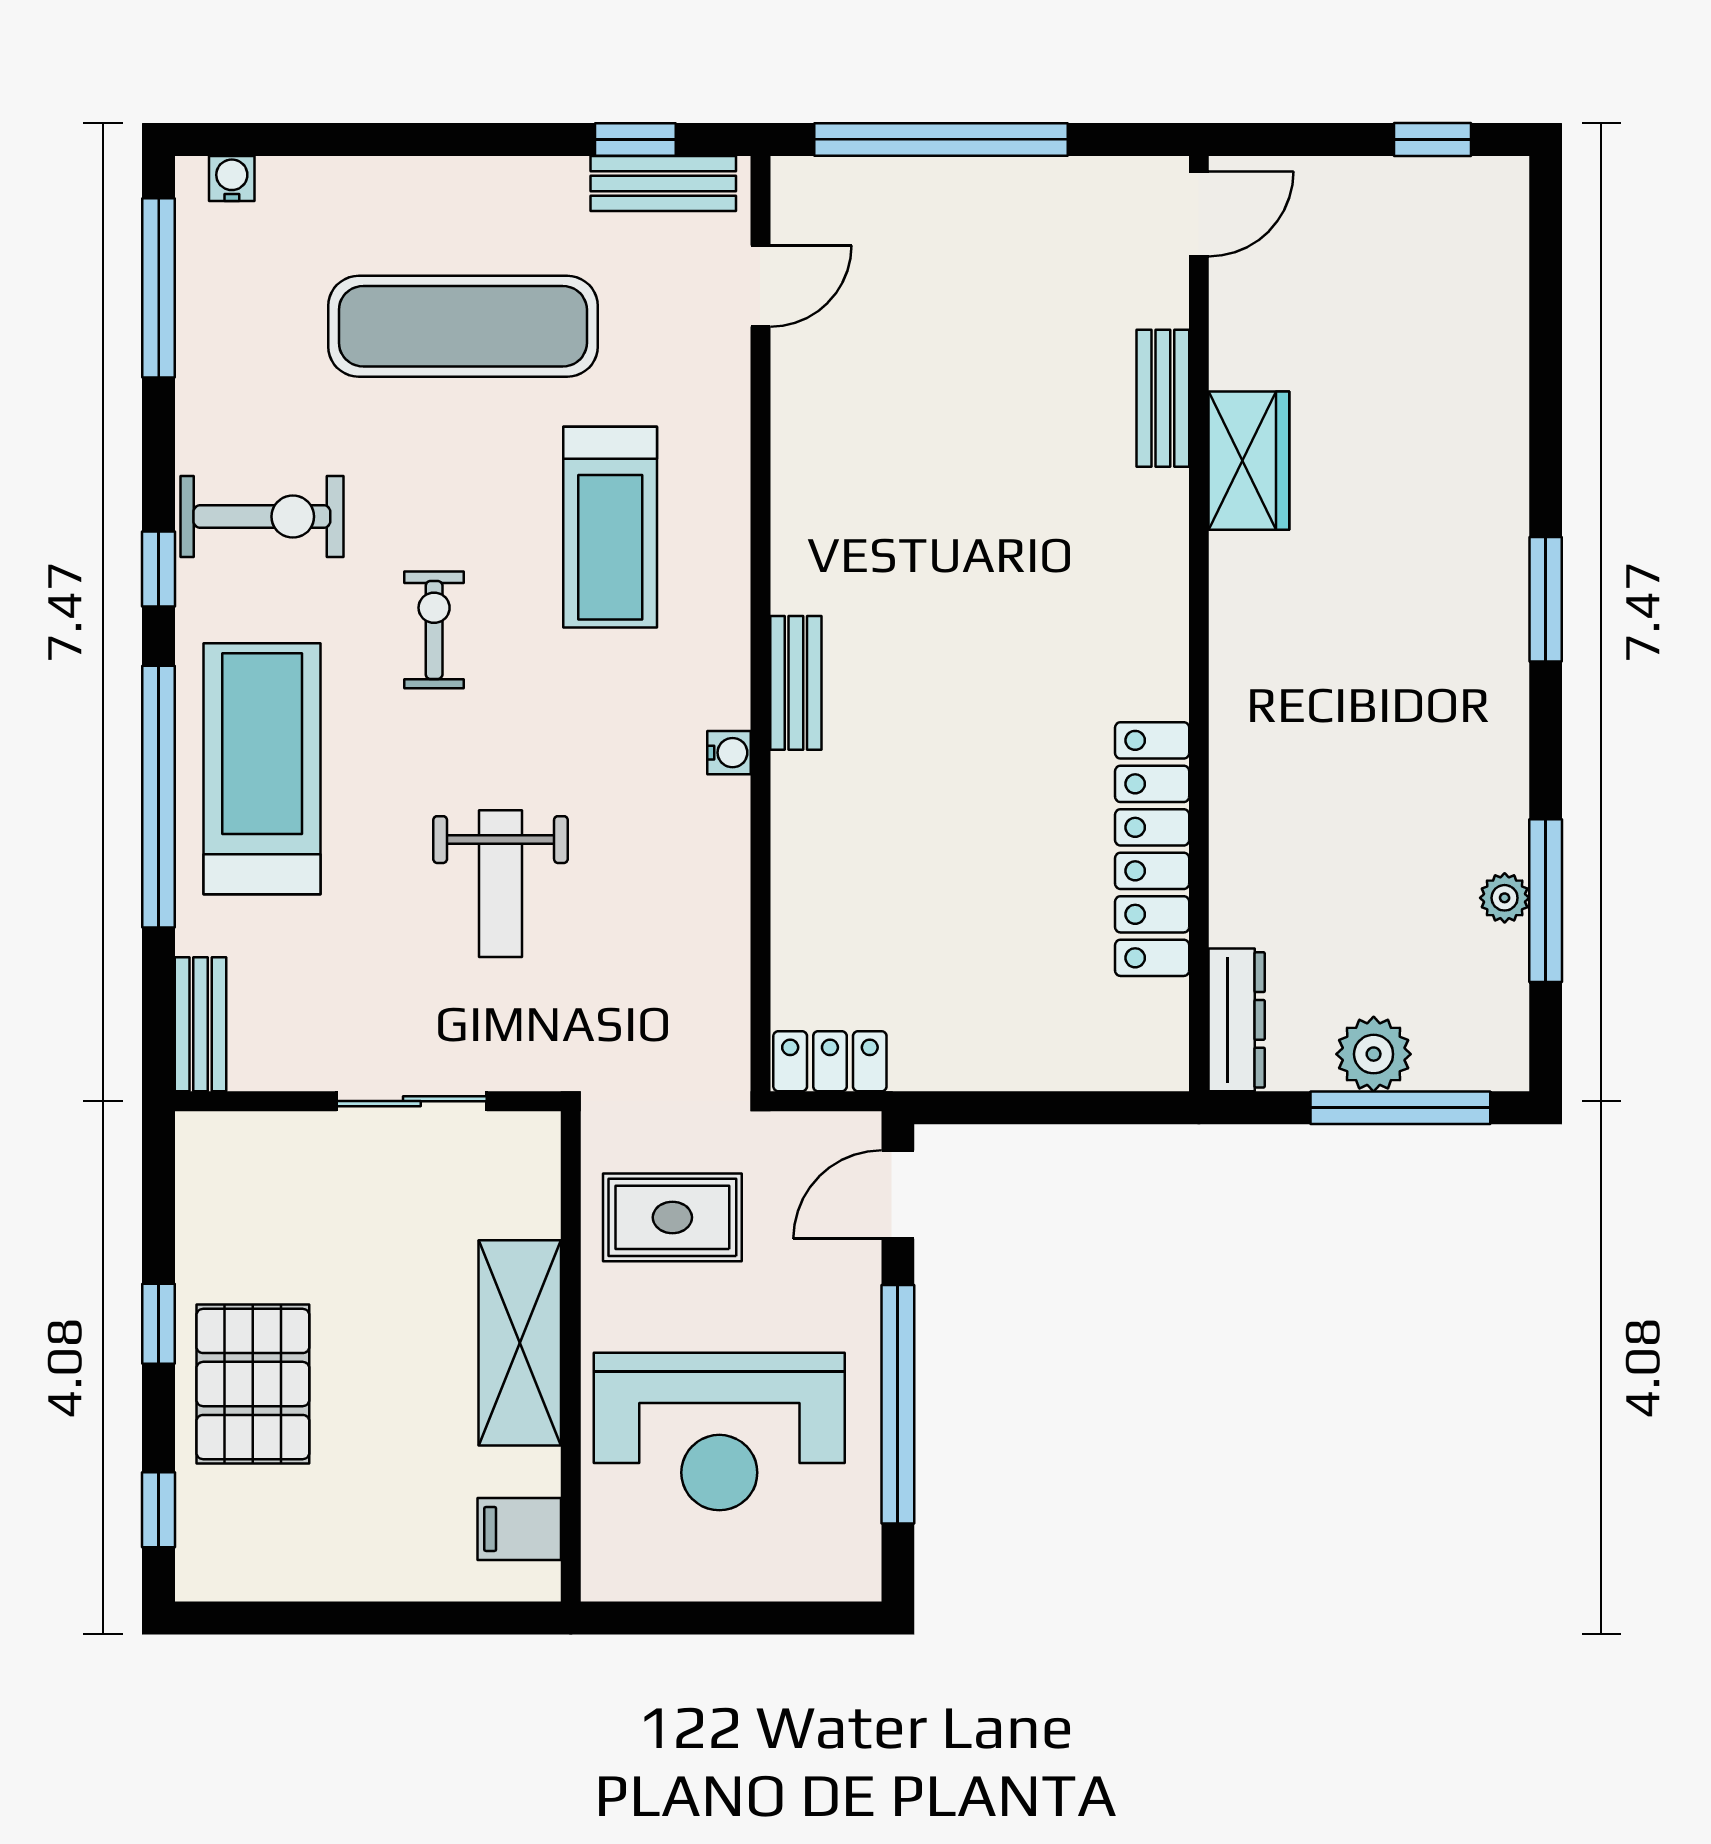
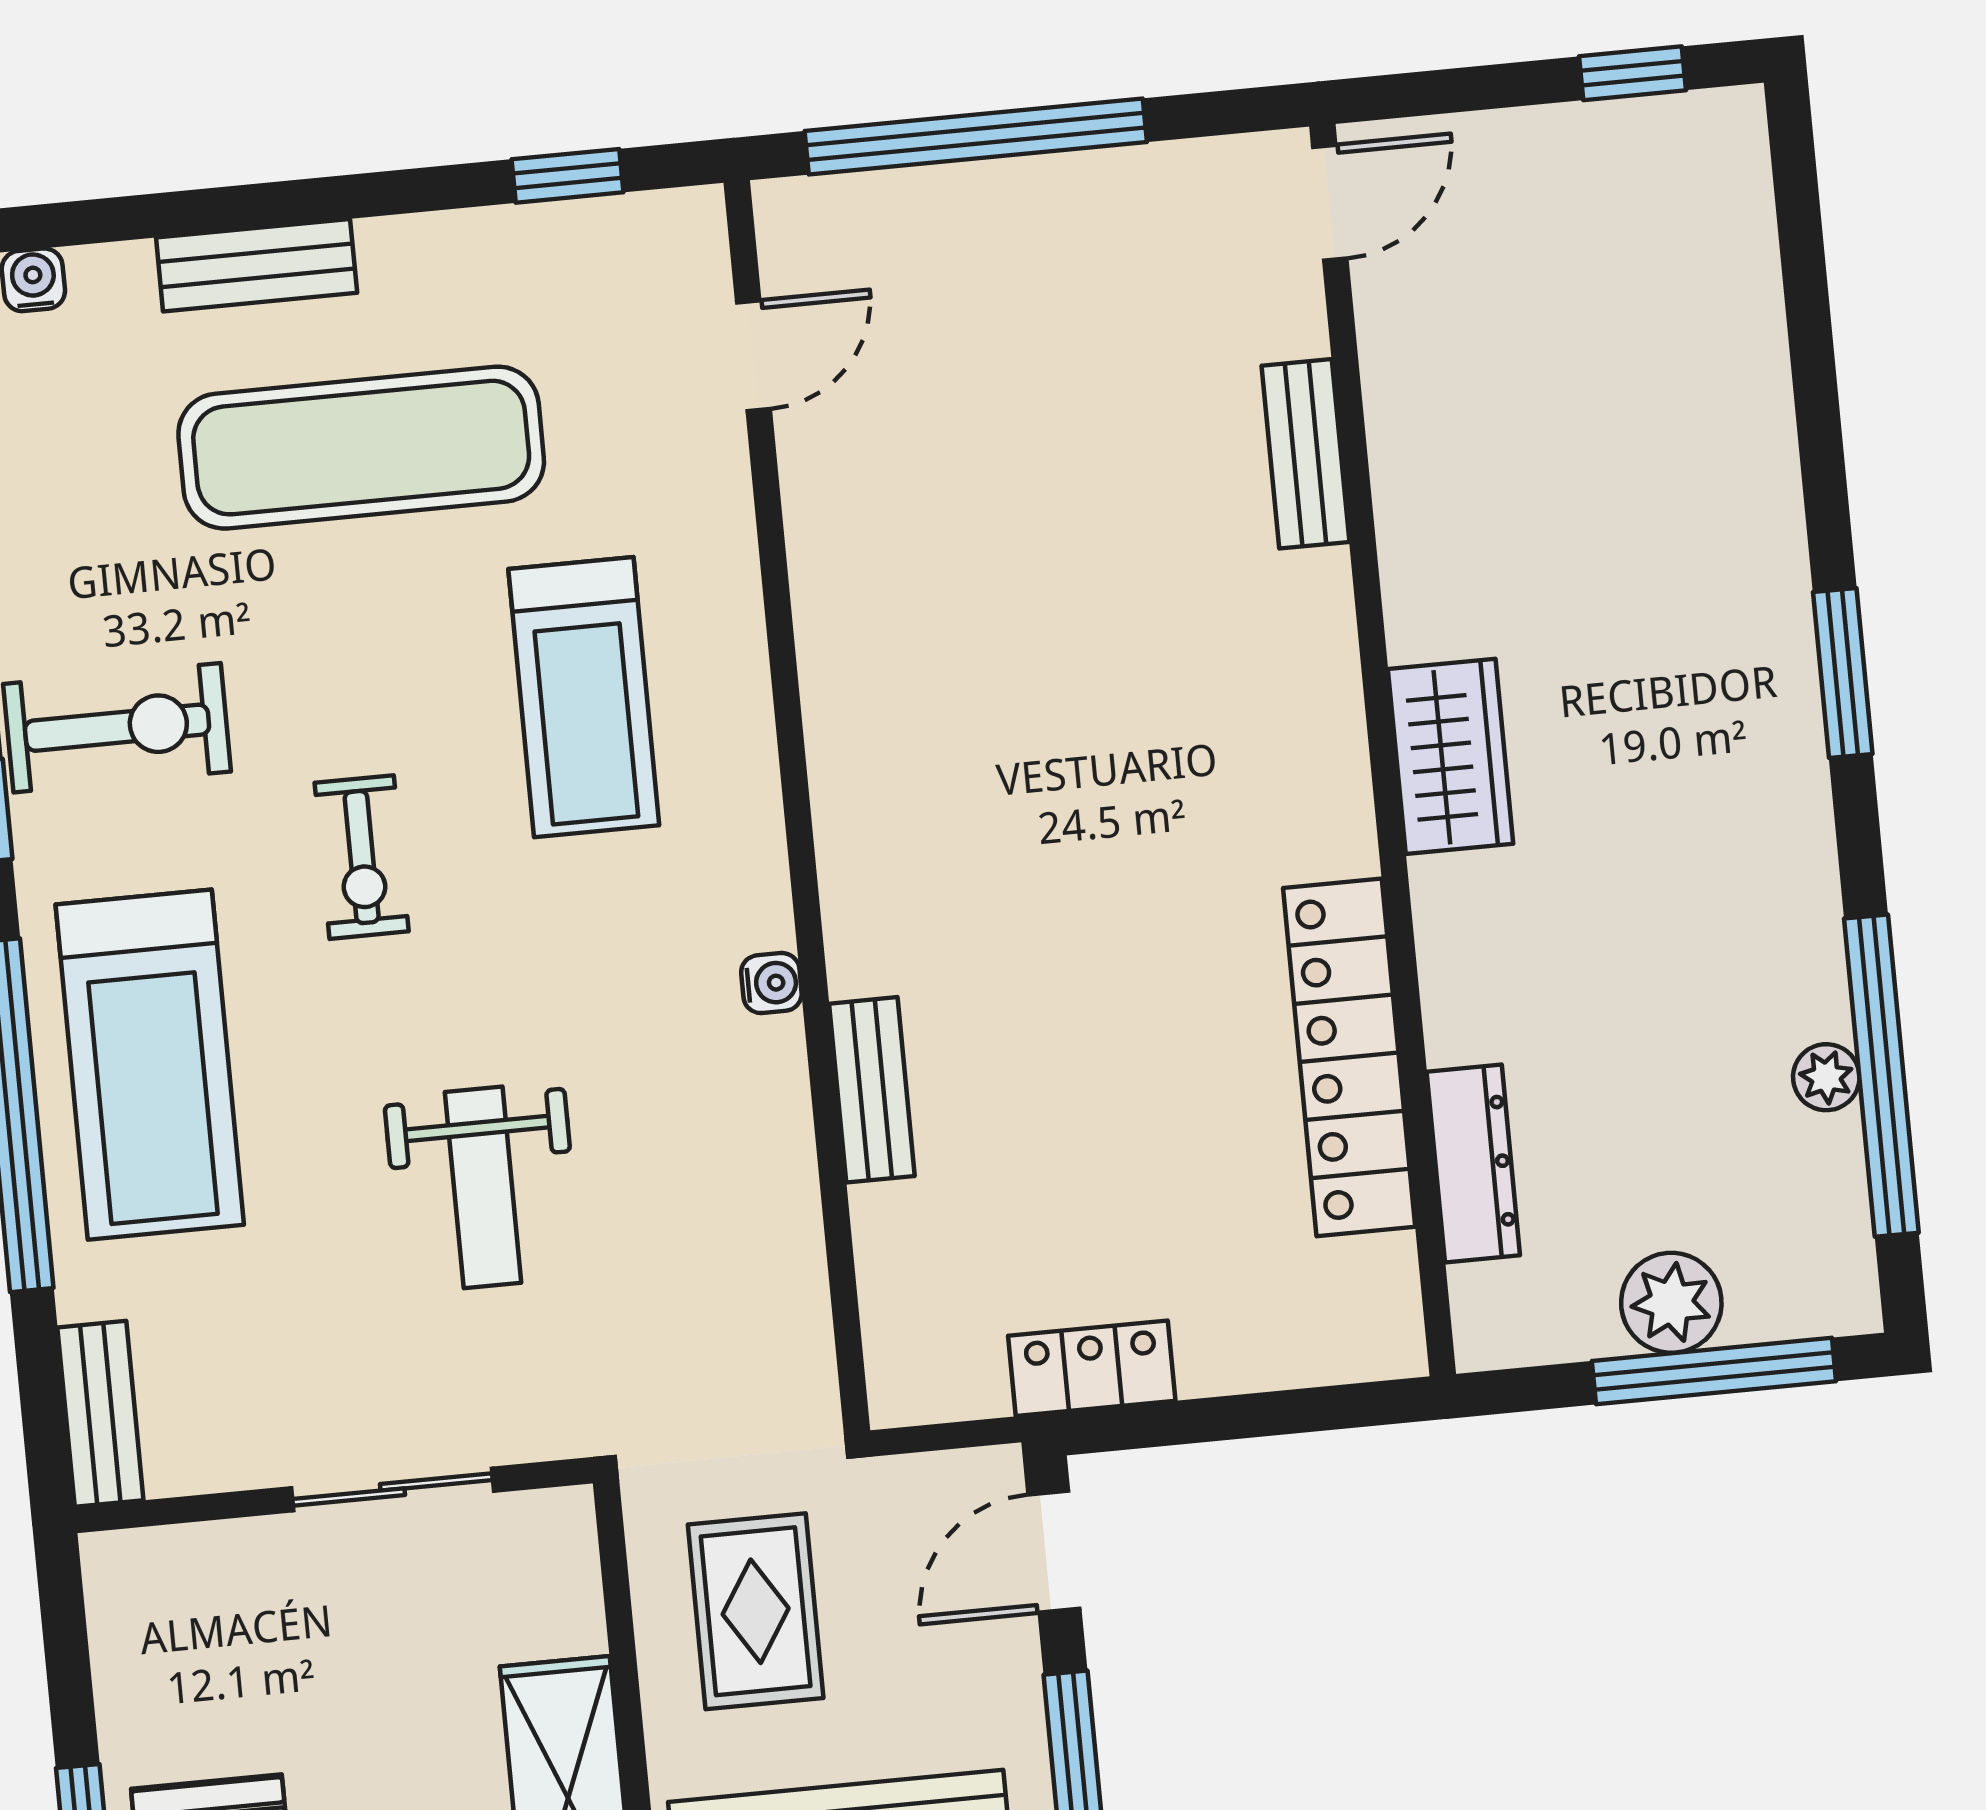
bench: (663, 183) -> (257, 265), moved
wardrobe: (1249, 461) -> (1451, 756), moved
exercise bike: (434, 630) -> (362, 857), turned 180
bench: (796, 683) -> (872, 1090), moved
treadmill: (262, 769) -> (150, 1065), turned 180
window: (1546, 901) -> (1881, 1076), width x1.46
dresser: (1237, 1020) -> (1473, 1163), moved
locker: (830, 1061) -> (1092, 1368), moved
rug: (672, 1217) -> (756, 1611), turned 90

